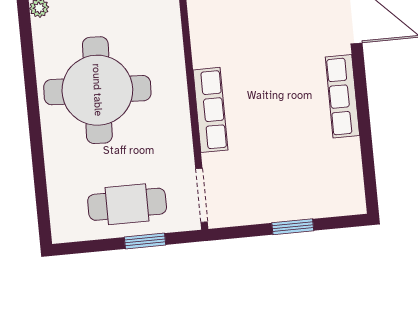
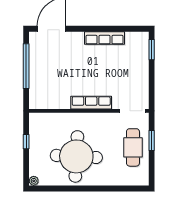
row of seats: (342, 96) -> (104, 38), moved
window: (293, 227) -> (152, 50), moved

